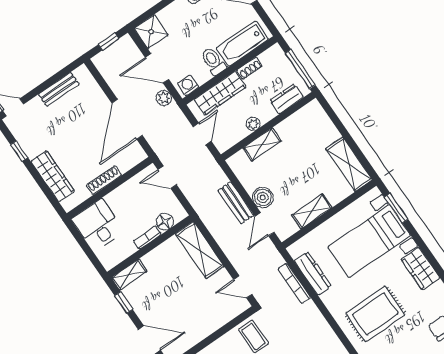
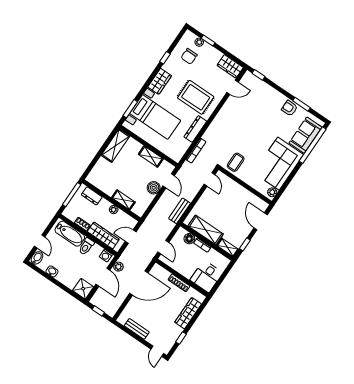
bench: (236, 203) -> (180, 211), moved
door: (265, 224) -> (169, 181), hinge flipped
shelving: (200, 250) -> (206, 230), moved, turned 90
dresser: (313, 273) -> (195, 129), moved

